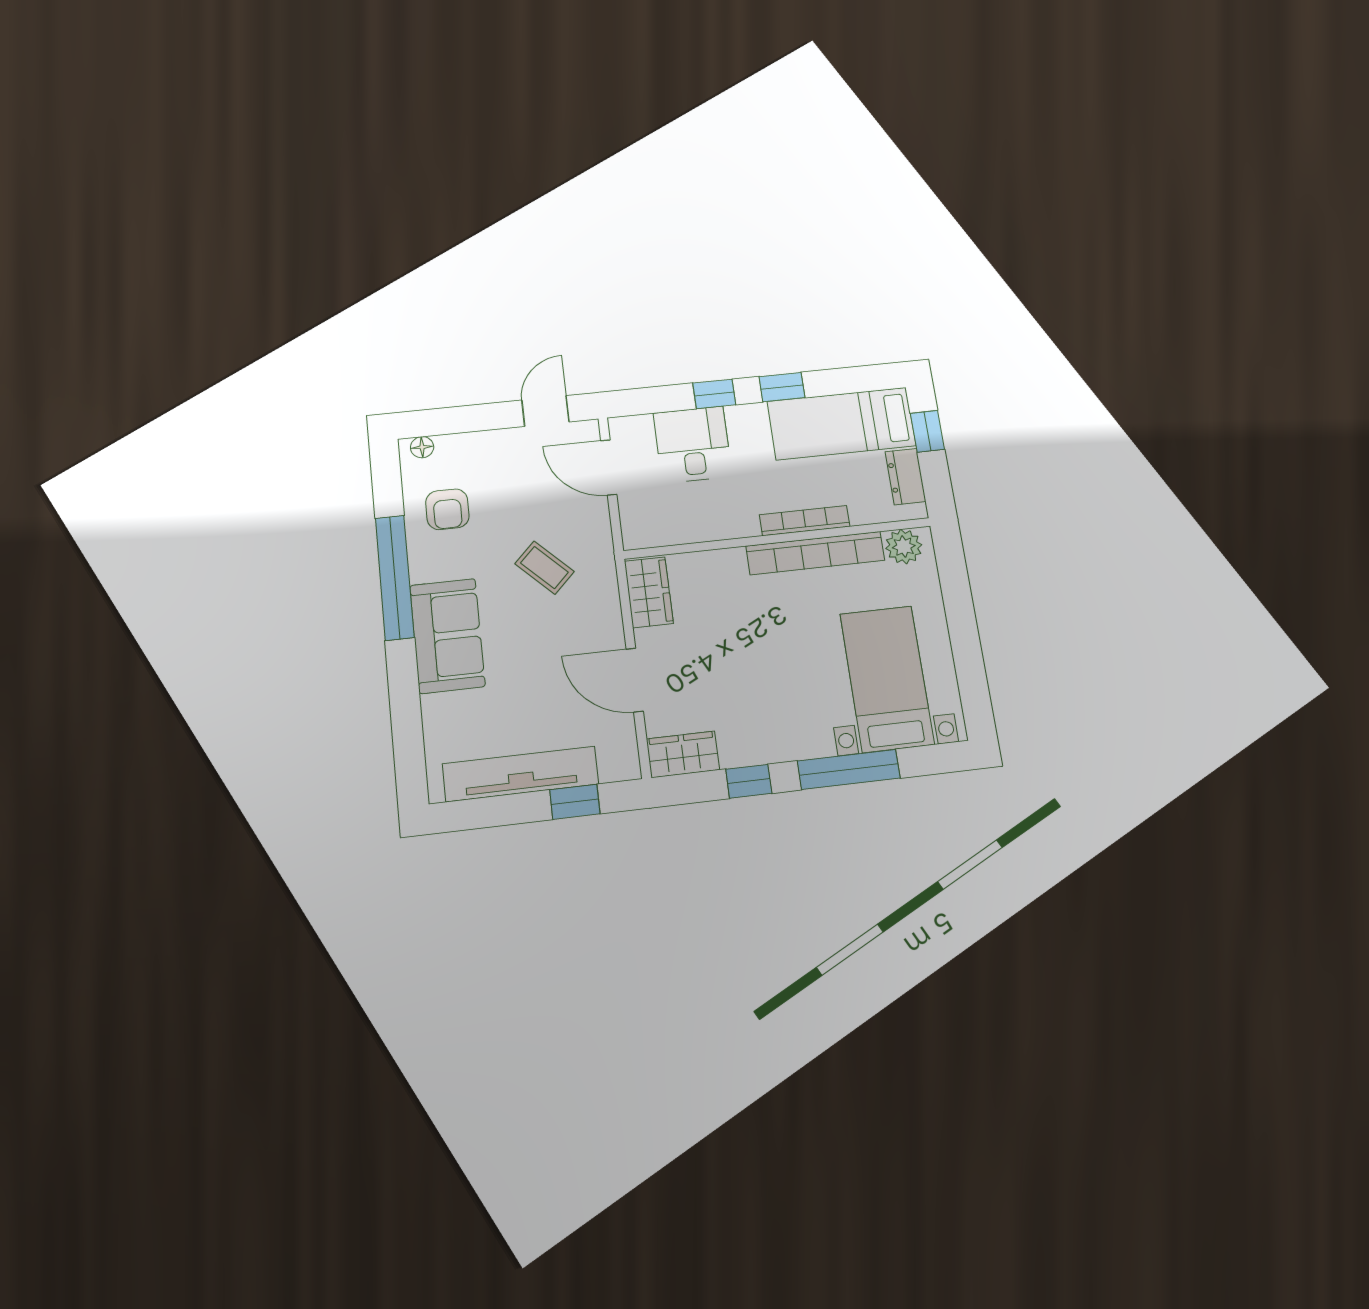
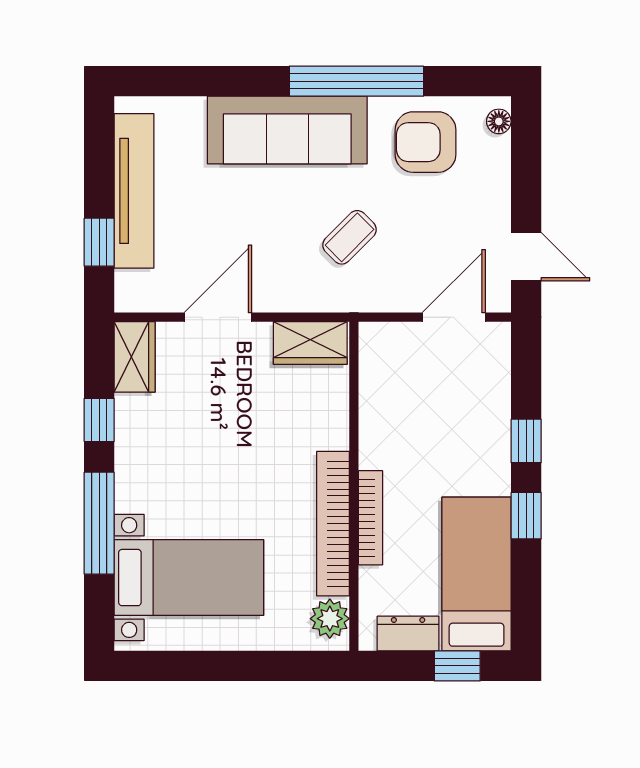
desk: (693, 445) -> (470, 410), removed
armchair: (447, 509) -> (426, 142), width x1.38, depth x1.38
sofa: (447, 636) -> (287, 130), width x1.36

